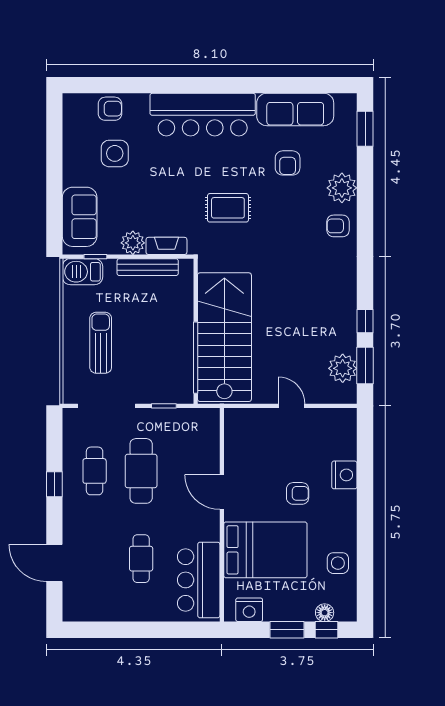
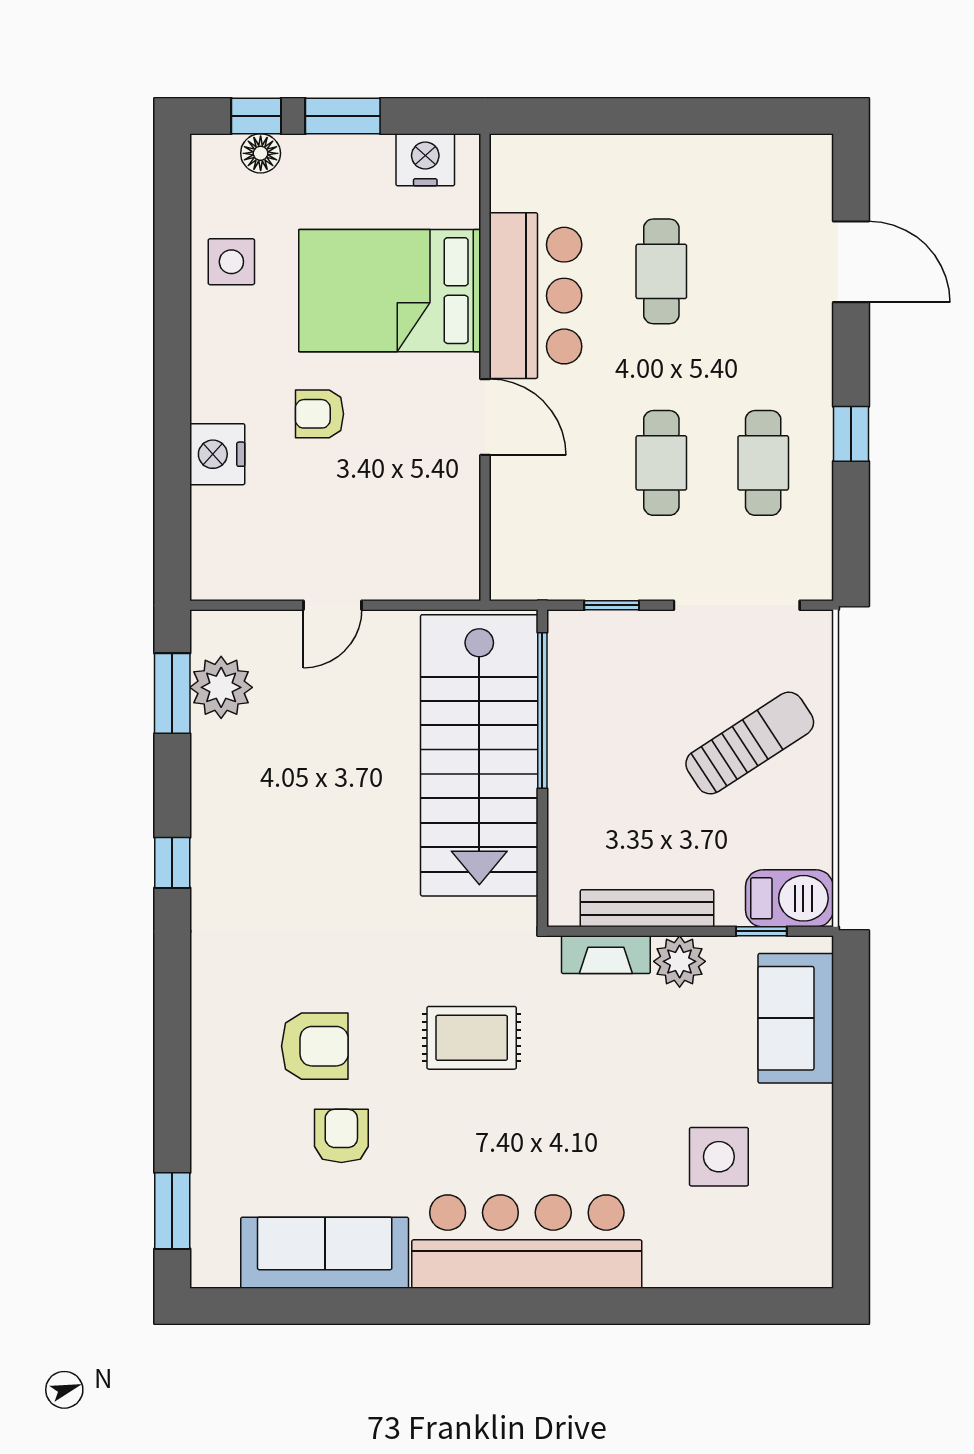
armchair: (110, 109) -> (729, 1255), removed
plant: (342, 188) -> (223, 1081), removed
armchair: (338, 226) -> (315, 1046), moved, width x1.38, depth x1.38
window: (365, 321) -> (172, 863), moved
sun lounger: (101, 343) -> (750, 743), turned -123
door: (292, 406) -> (333, 605), hinge flipped
cafe table: (141, 471) -> (661, 463), width x0.73, depth x0.74
bar counter: (199, 580) -> (536, 296), moved

